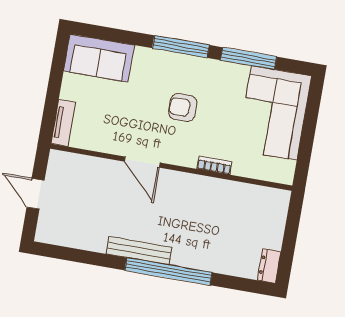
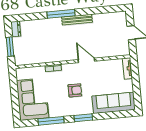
window: (181, 47) -> (83, 118), width x0.69
sofa: (99, 58) -> (114, 103), width x1.36
window: (291, 233) -> (10, 47), added
window: (168, 271) -> (61, 14), width x0.68

